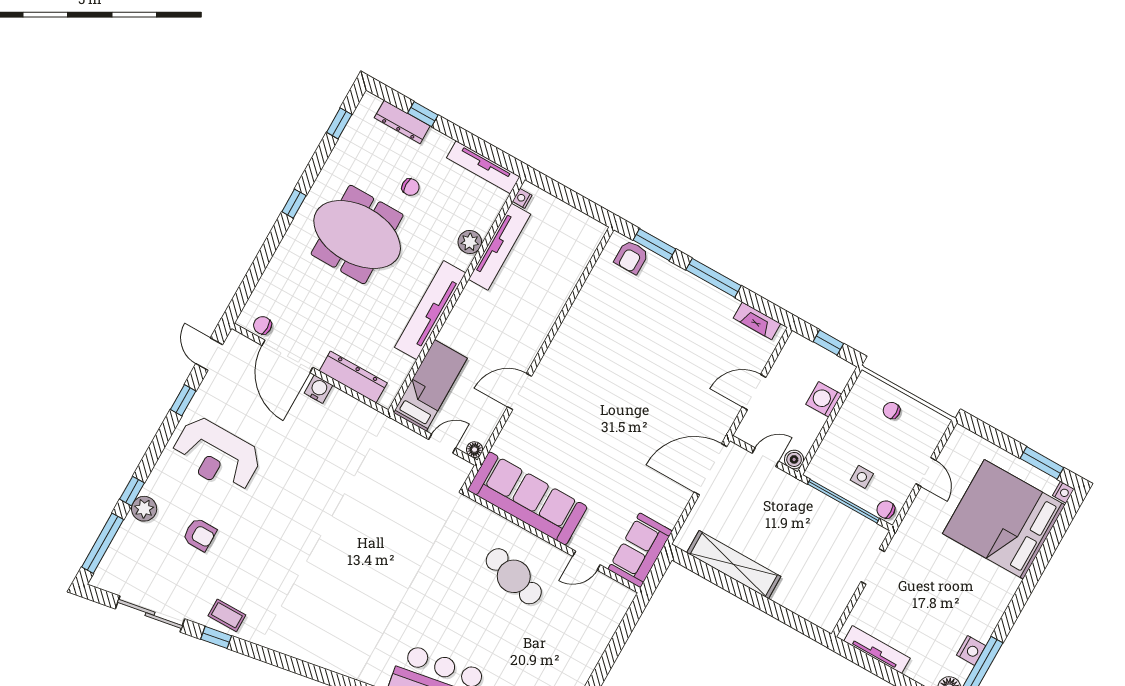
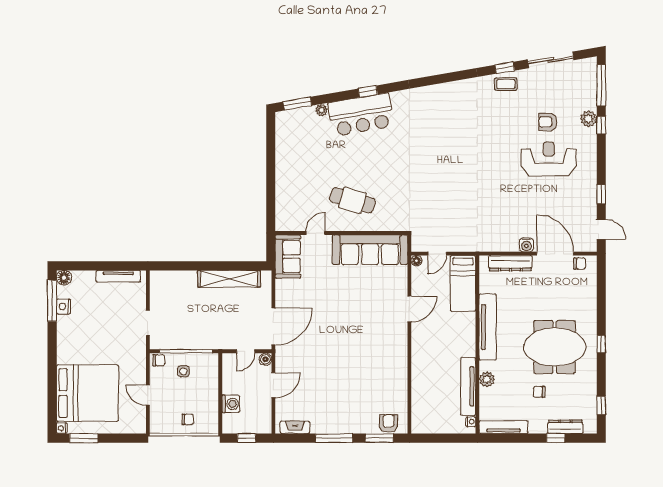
reception desk: (217, 455) -> (549, 159), moved
boiler: (794, 459) -> (265, 359), moved

